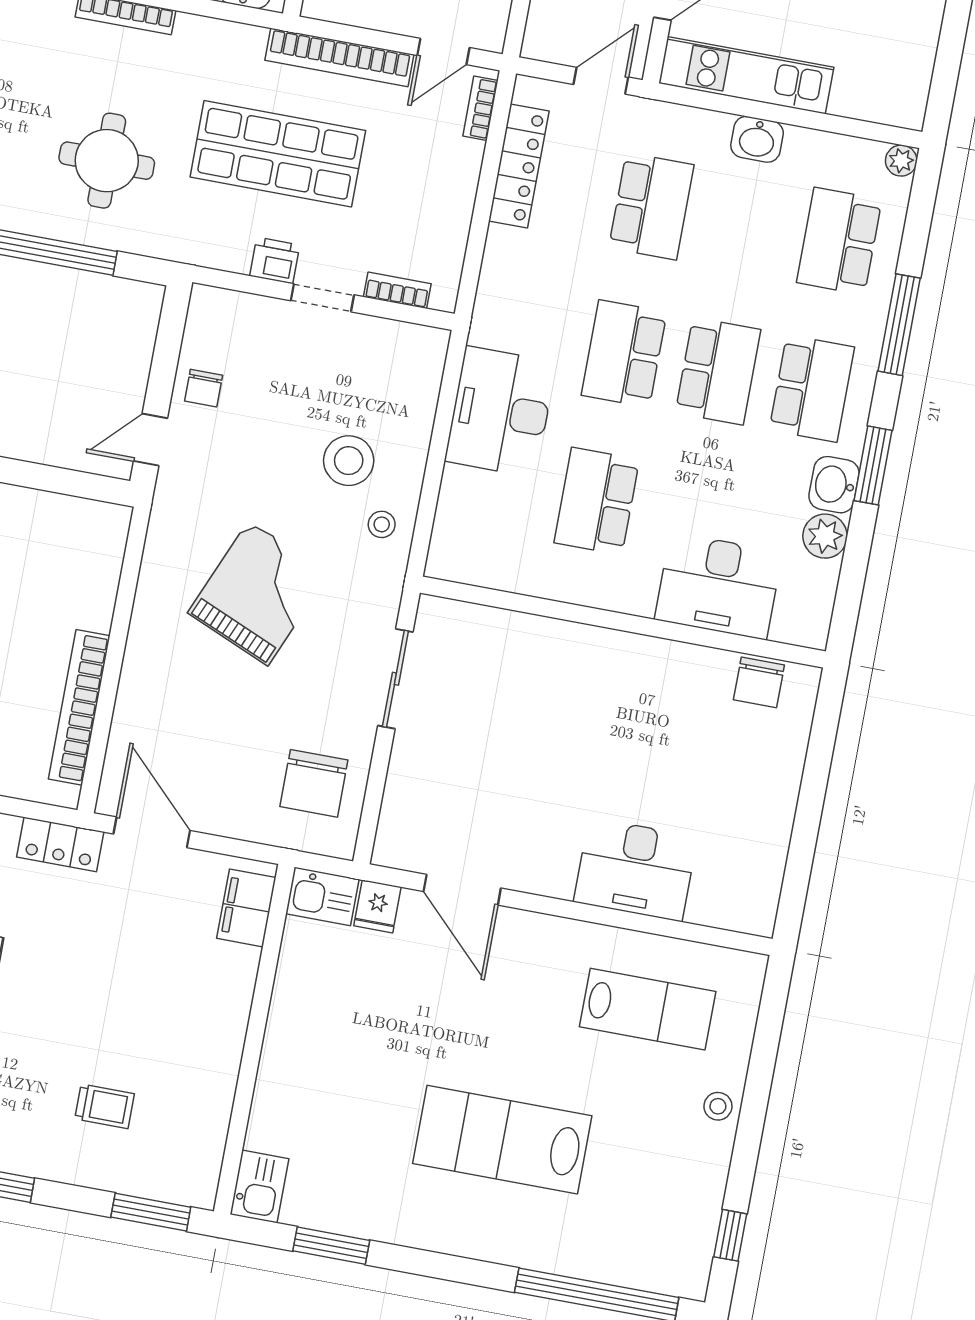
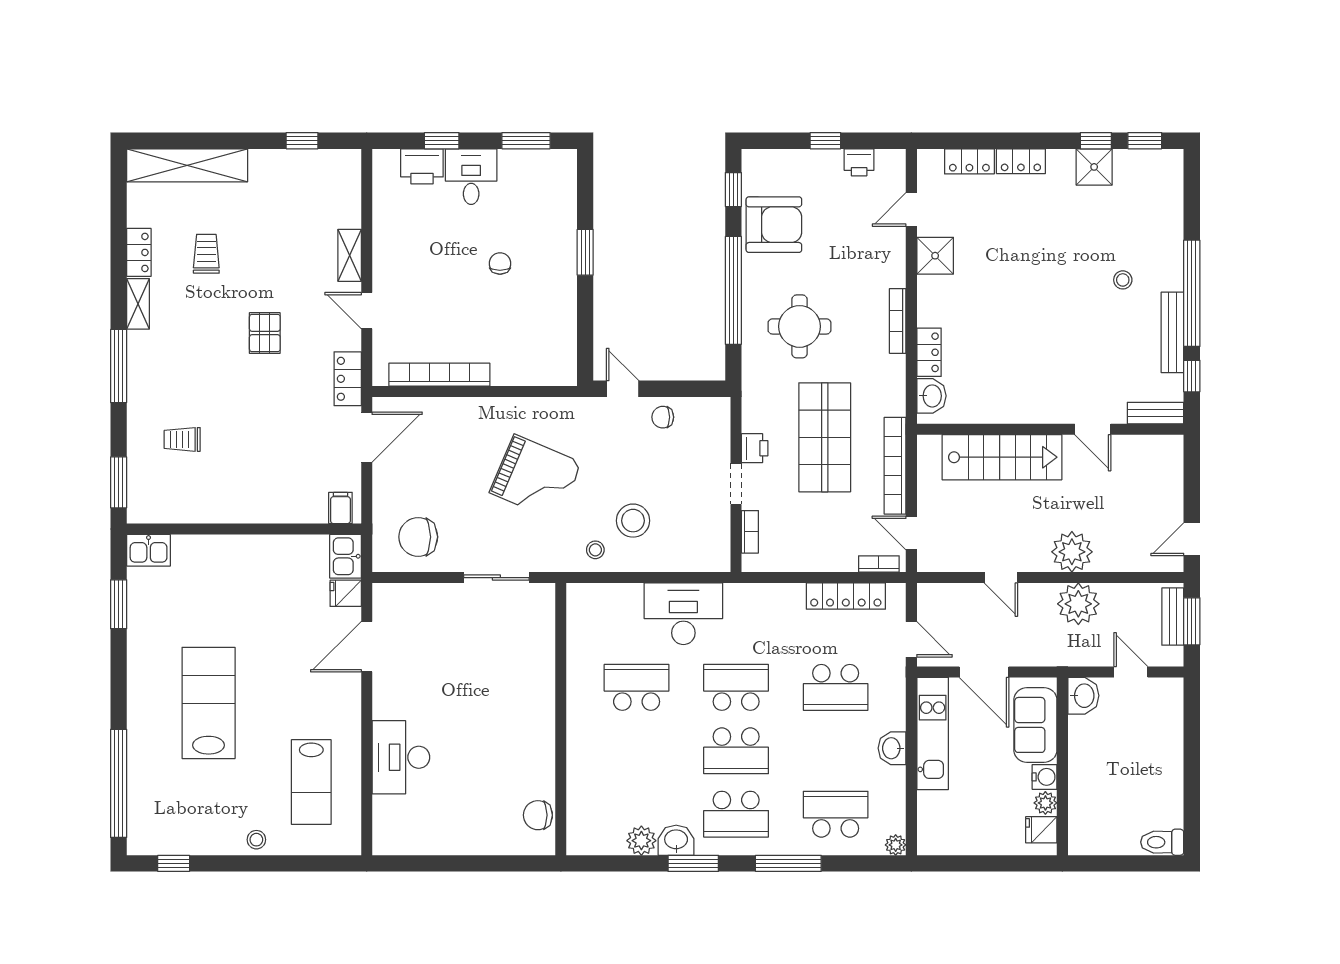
desk: (718, 586) -> (596, 777), removed
filing cabinet: (246, 908) -> (340, 508), width x0.50
trolley: (105, 1106) -> (182, 439), turned 90

